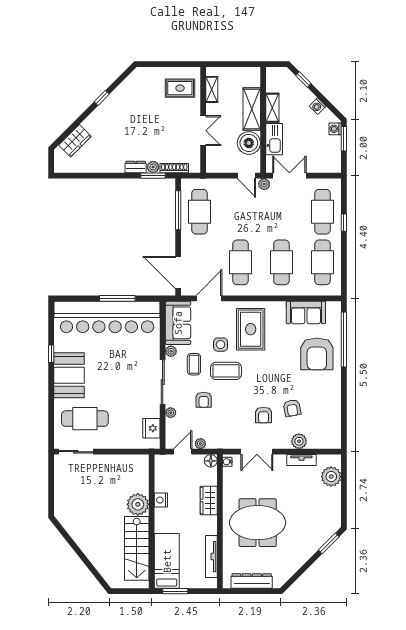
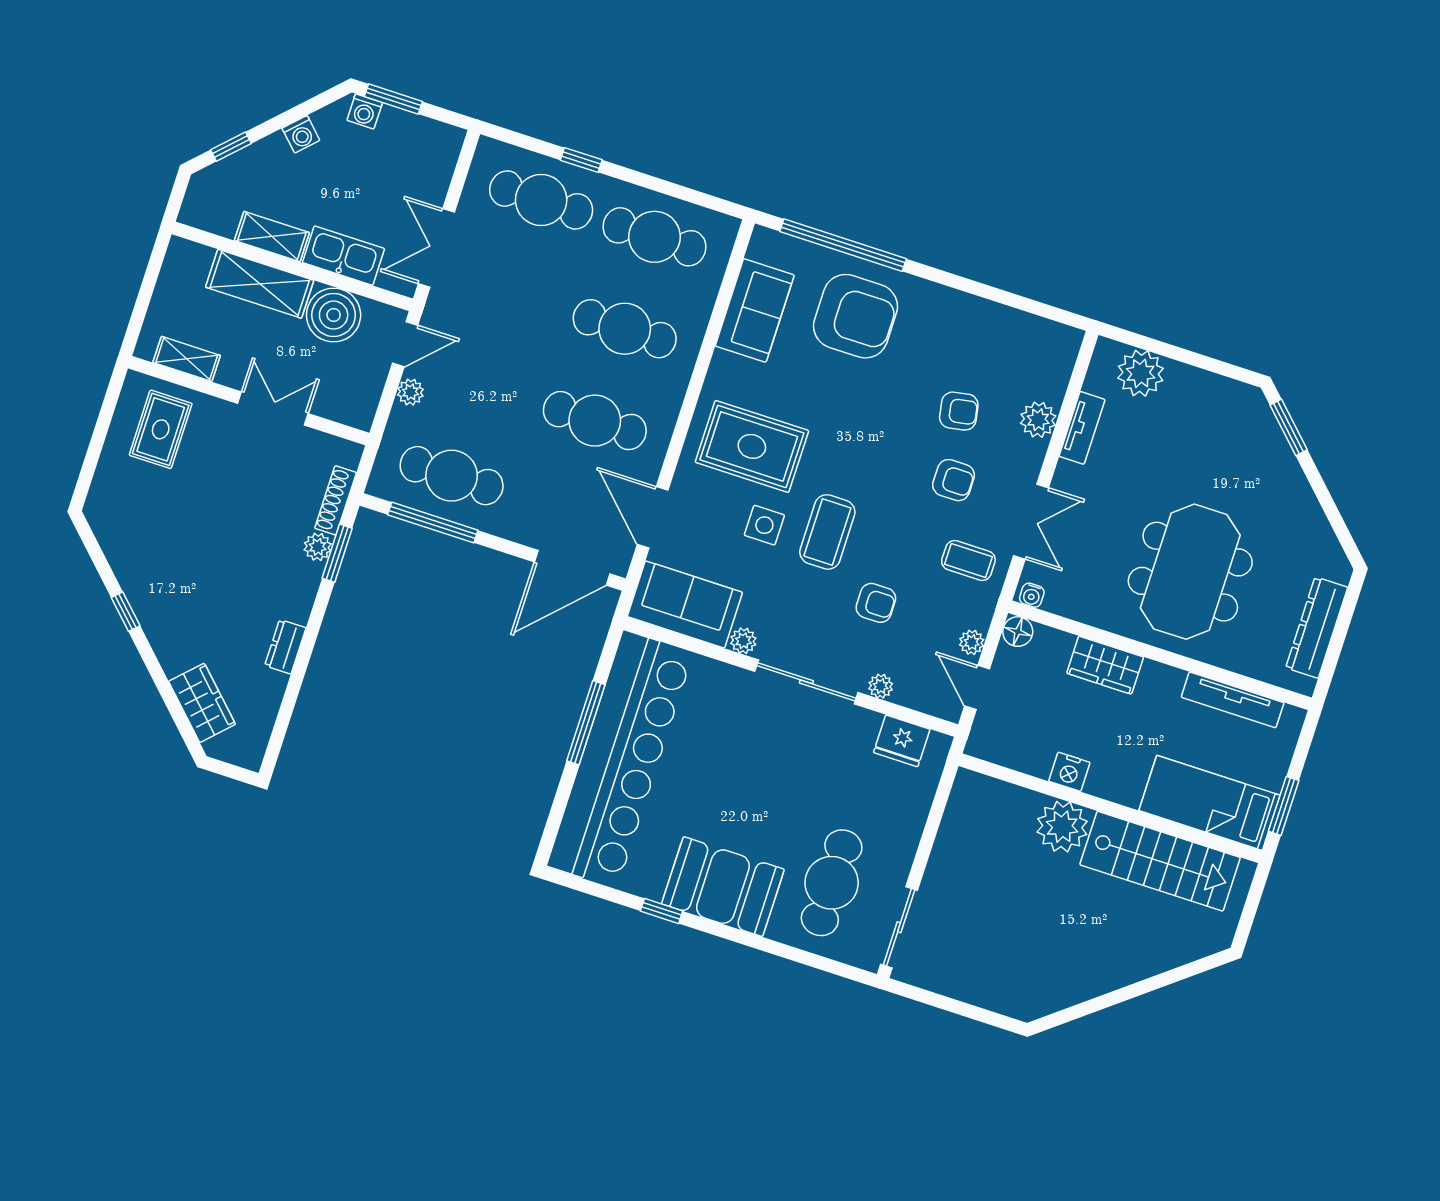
dresser: (136, 167) -> (285, 647), moved
plant: (264, 184) -> (410, 392), moved
coffee table: (194, 364) -> (968, 560), moved

